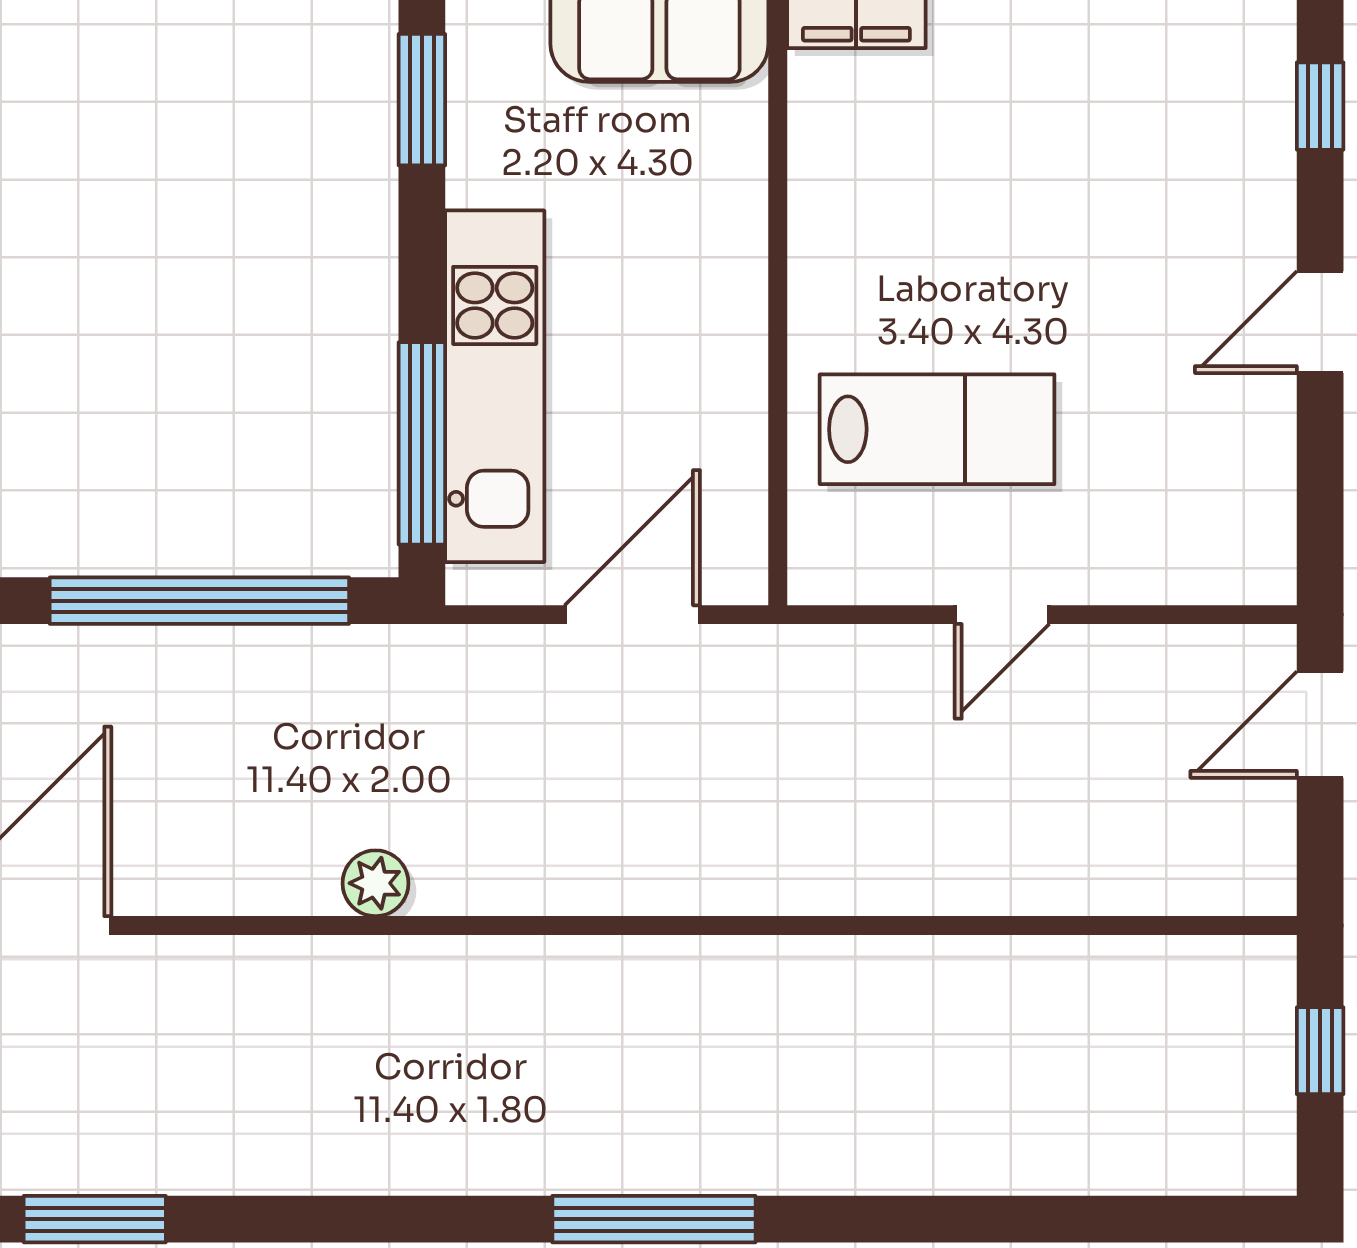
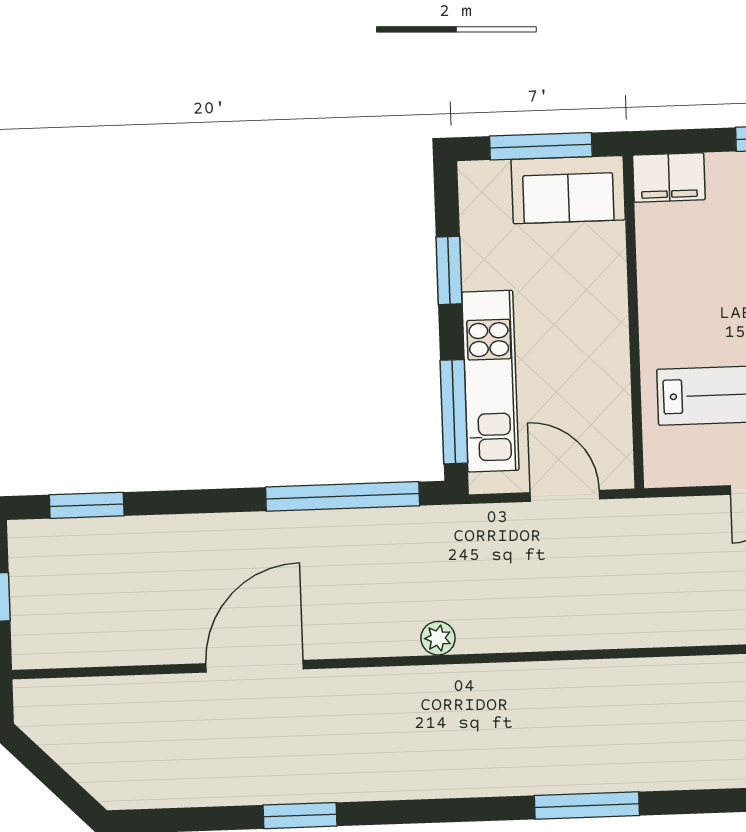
window: (422, 100) -> (449, 270), moved
door: (632, 615) -> (565, 496), hinge flipped

